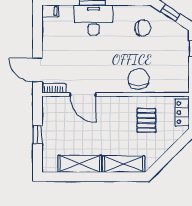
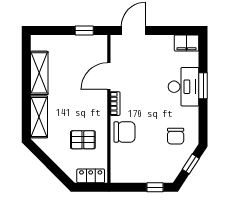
filing cabinet: (50, 11) -> (187, 43), width x2.00
bookcase: (54, 88) -> (115, 104), moved
window: (38, 135) -> (84, 31), moved

